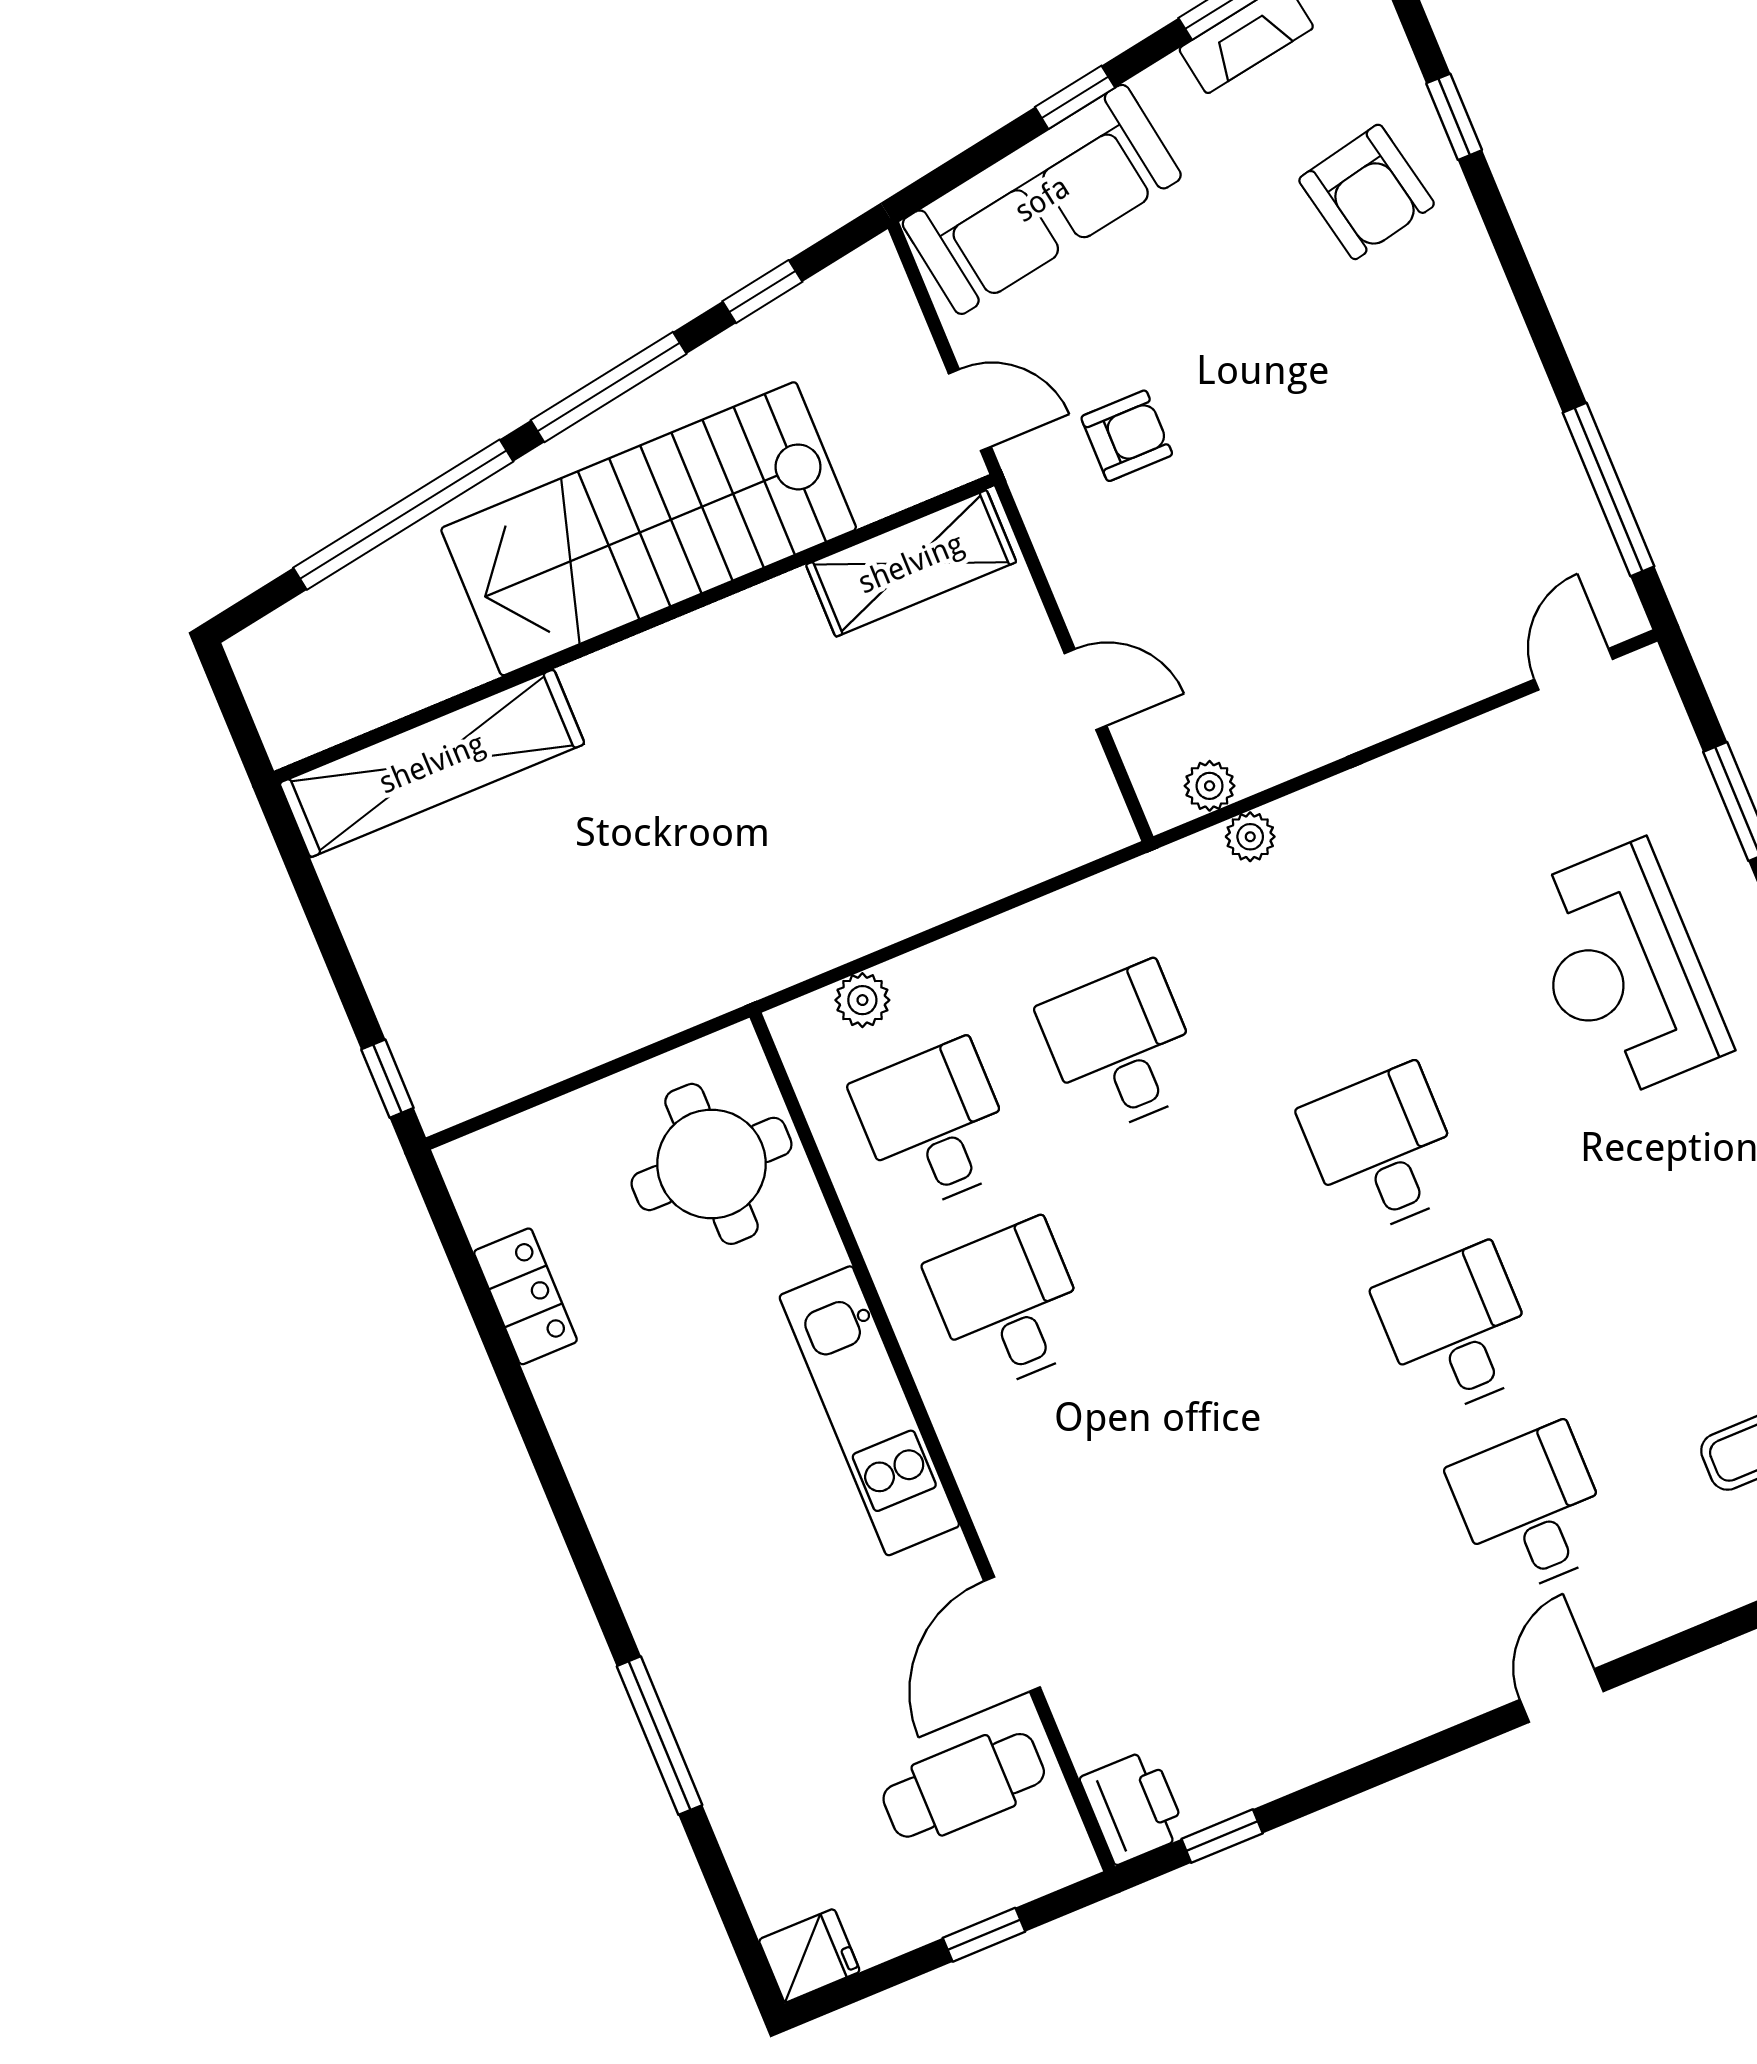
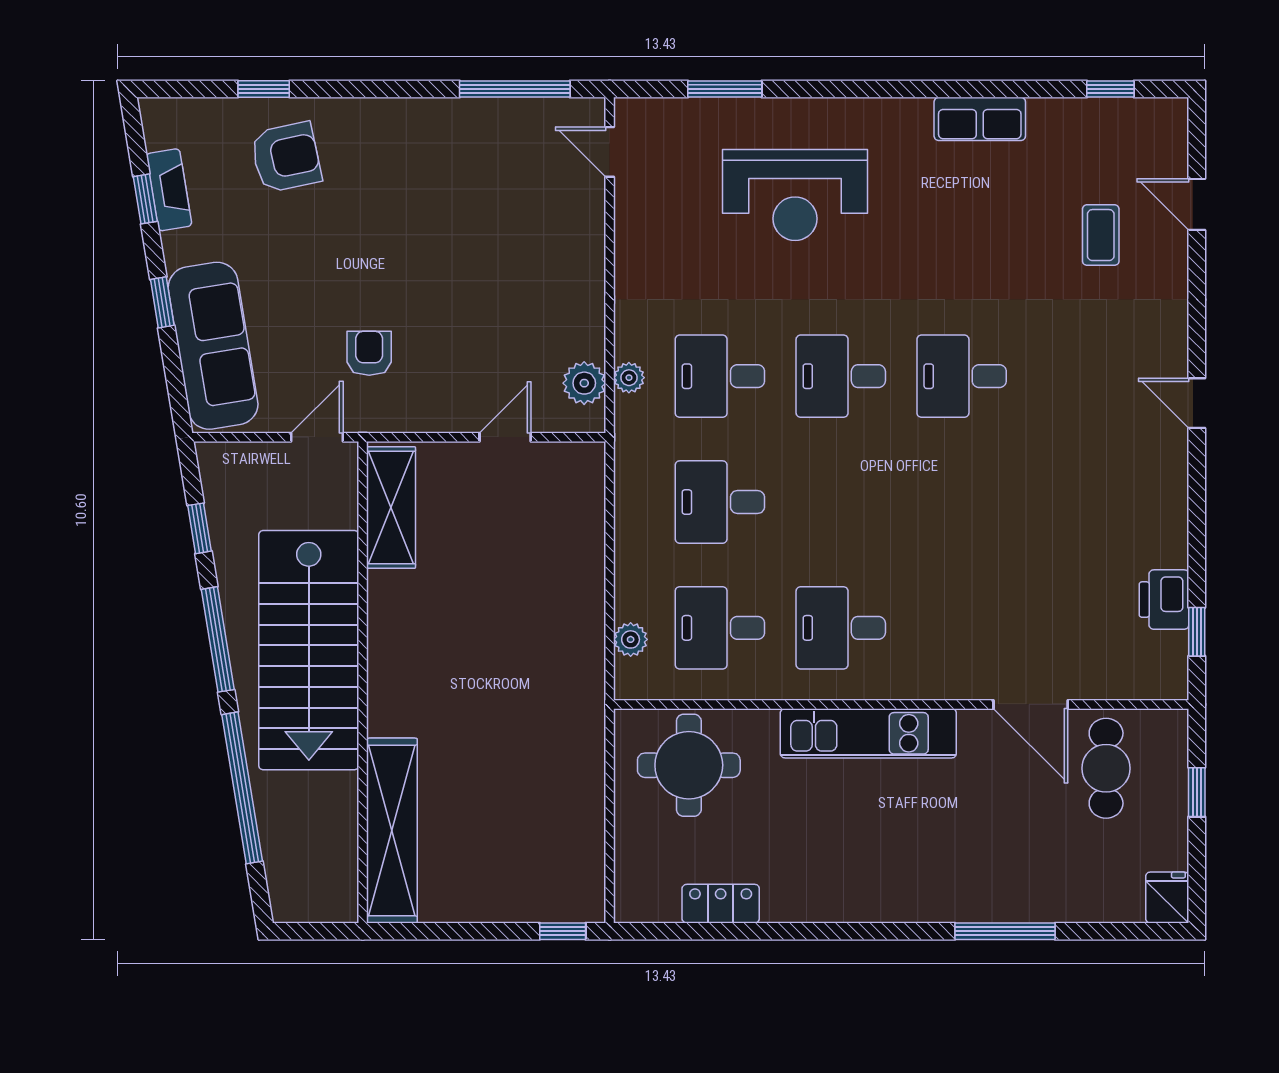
plant: (1210, 786) -> (584, 383), width x1.38, depth x1.38
desk: (1531, 1509) -> (720, 376), moved
printer: (1133, 1807) -> (1164, 600), moved, turned -90

